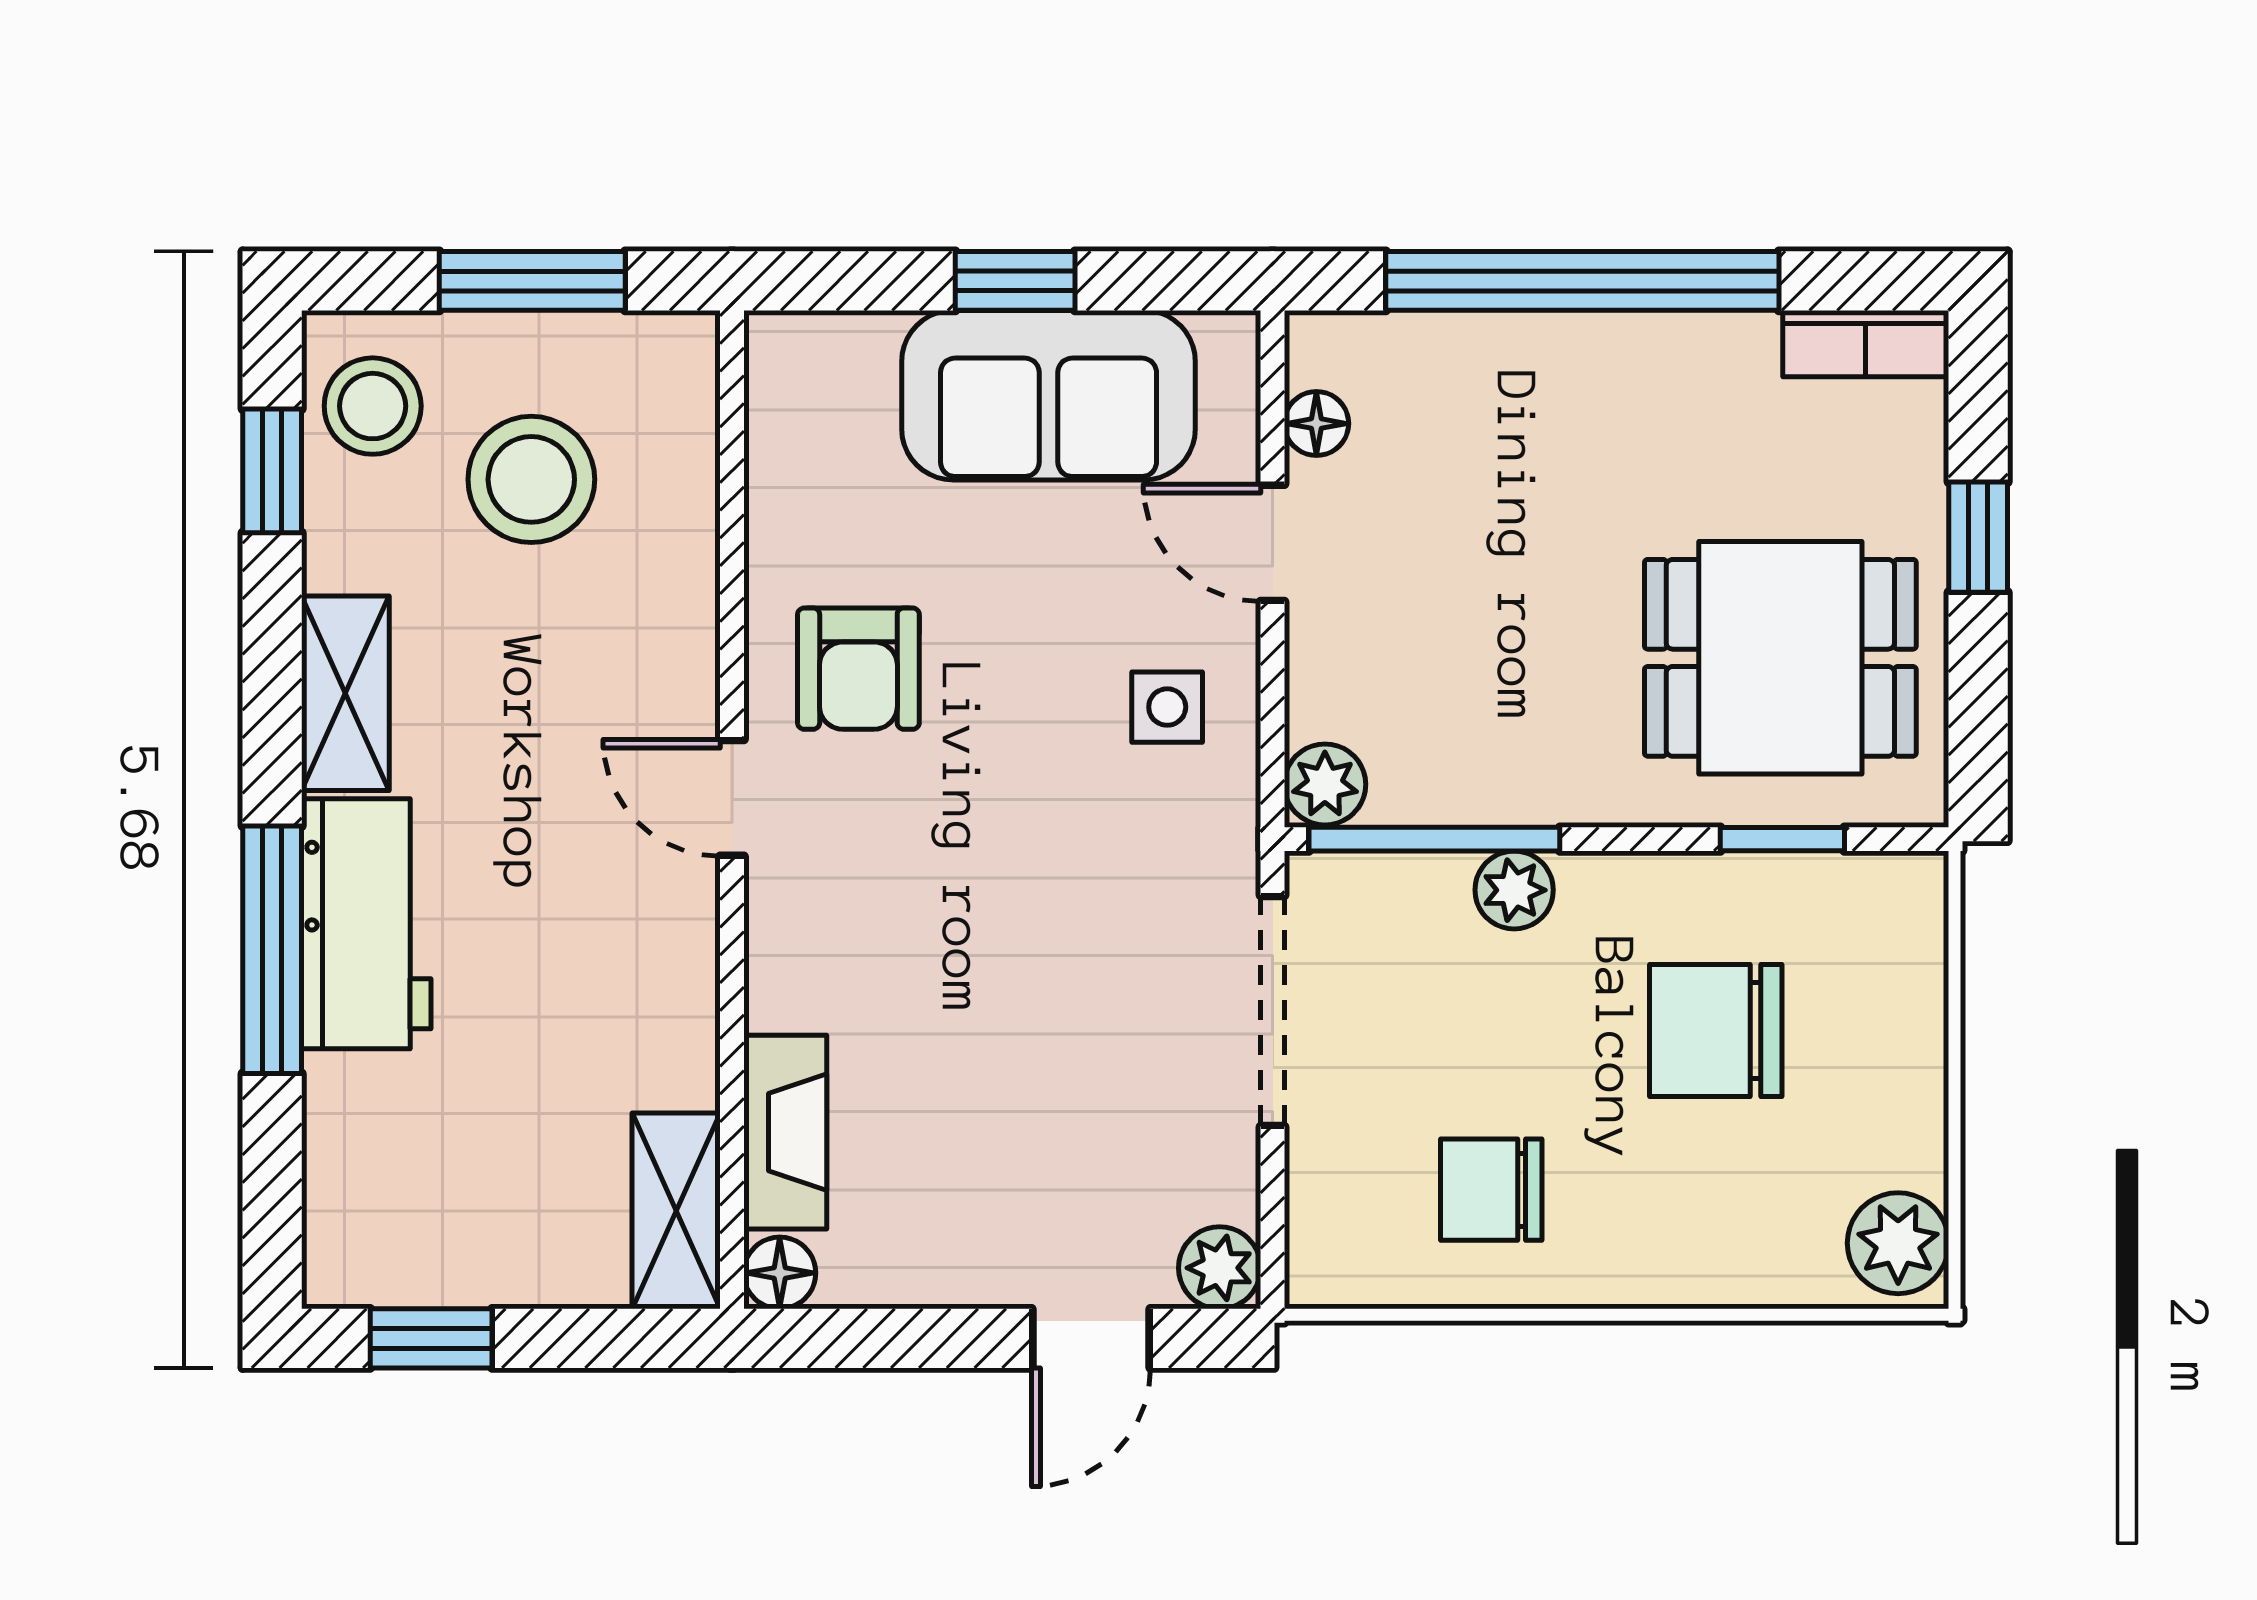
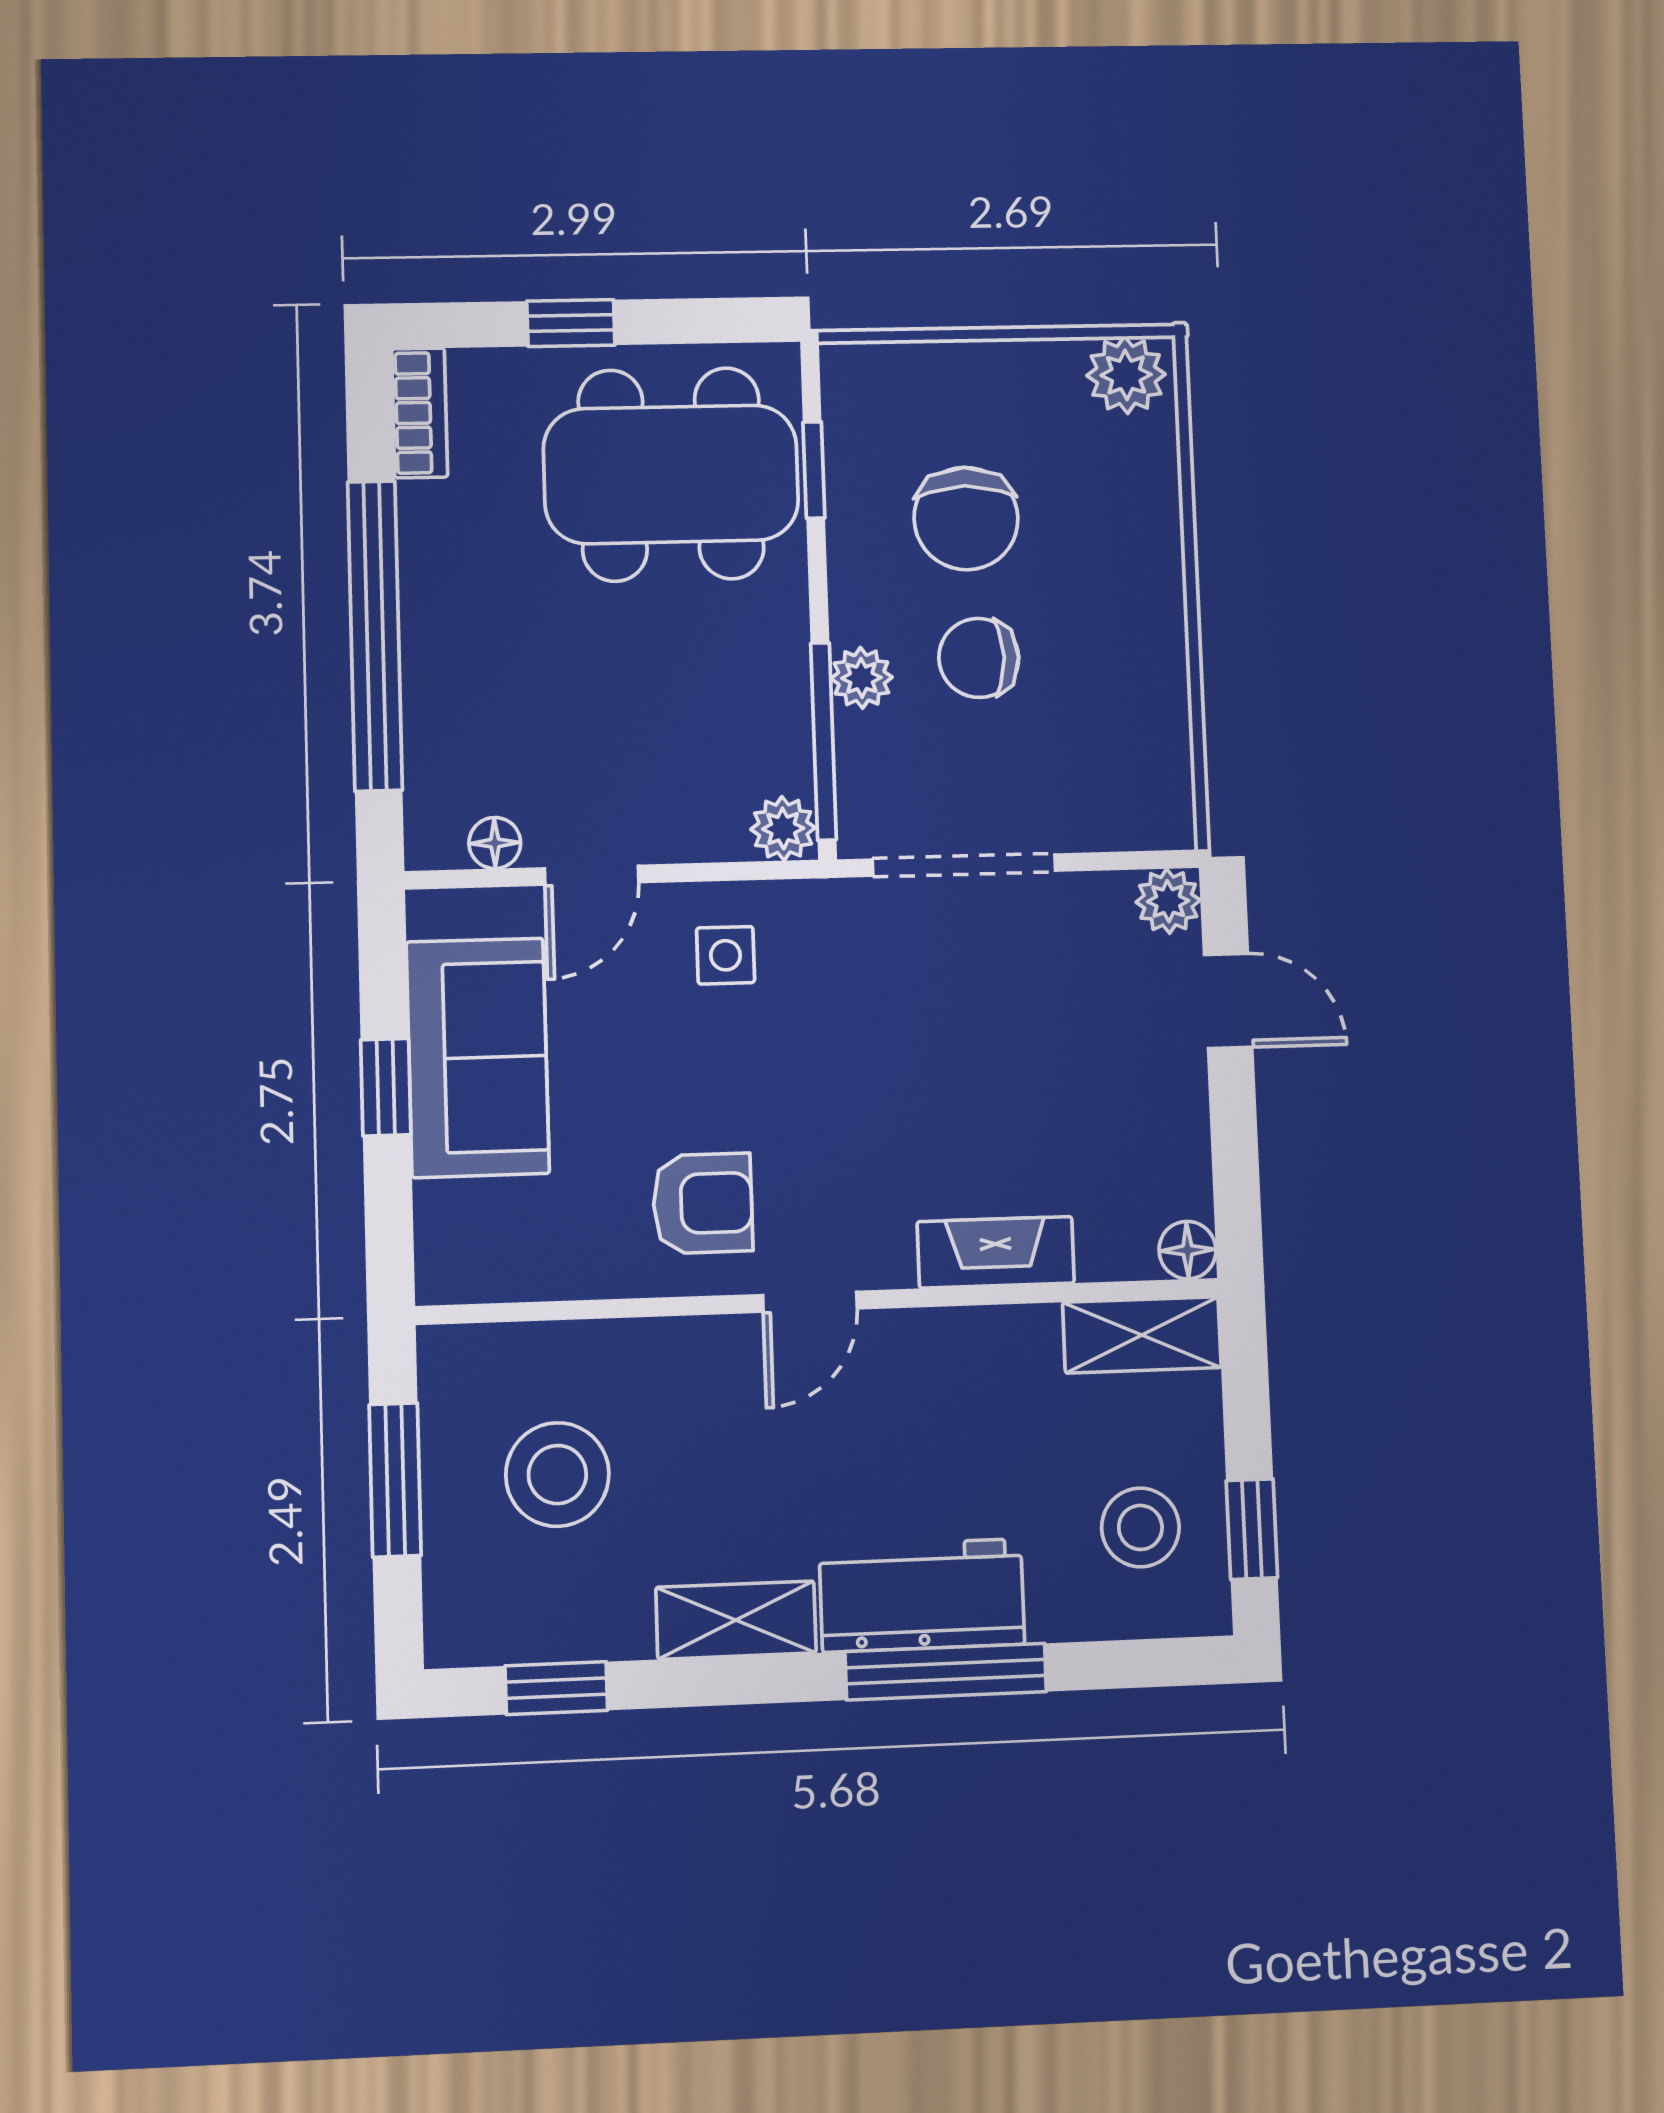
stool: (373, 406) -> (1140, 1527), moved
dining table: (1780, 658) -> (671, 474), width x1.38
fireplace: (785, 1132) -> (996, 1252), moved
chair: (1491, 1190) -> (979, 658), moved, turned 90

